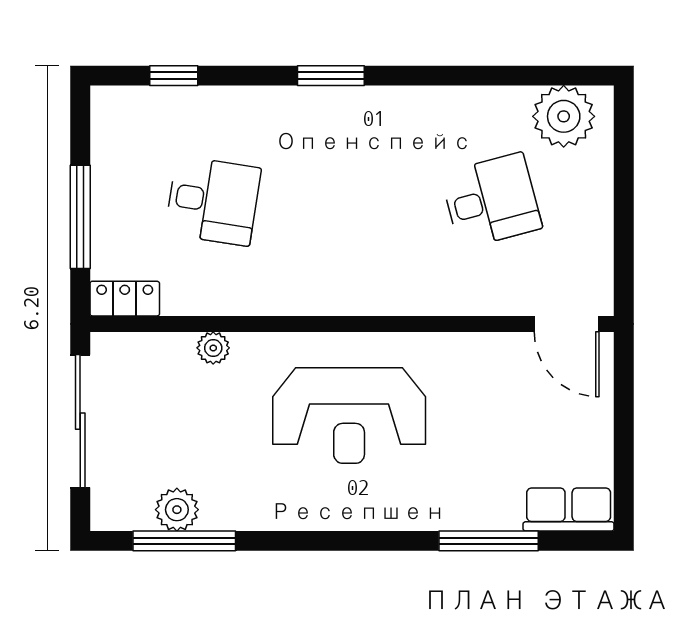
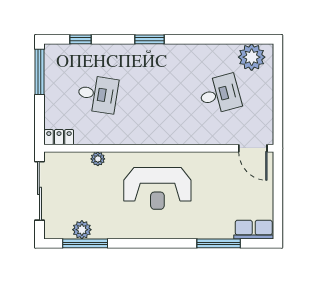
window: (80, 217) -> (39, 72), moved

